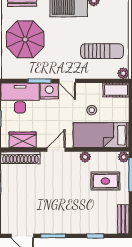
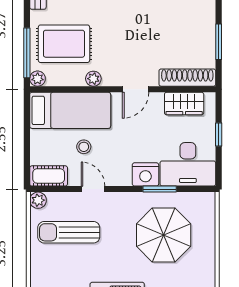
parasol: (25, 39) -> (164, 235), moved
door: (67, 81) -> (93, 189), moved
rug: (105, 181) -> (64, 44), width x1.36, depth x1.43

